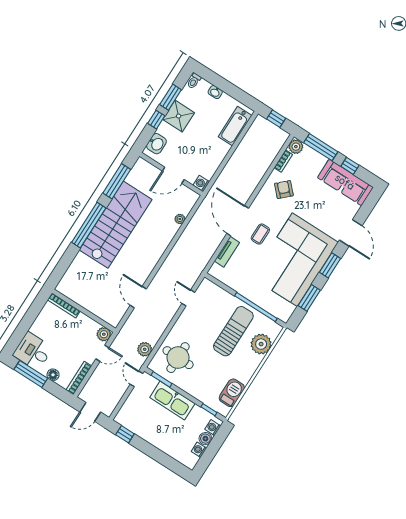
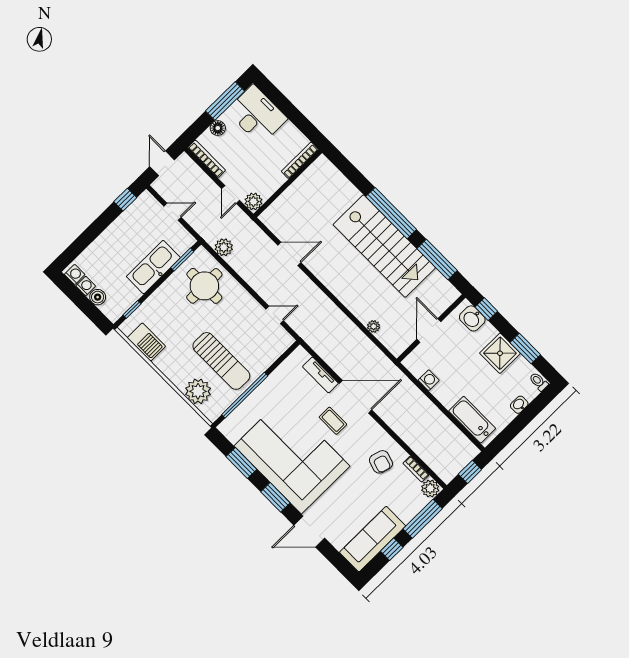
window: (156, 120) -> (486, 309), moved
washing machine: (201, 184) -> (429, 380), moved
armchair: (284, 190) -> (381, 462), turned 61
desk: (33, 351) -> (257, 115), width x1.37
door: (137, 379) -> (172, 212), moved
washing machine: (213, 428) -> (75, 274), moved

